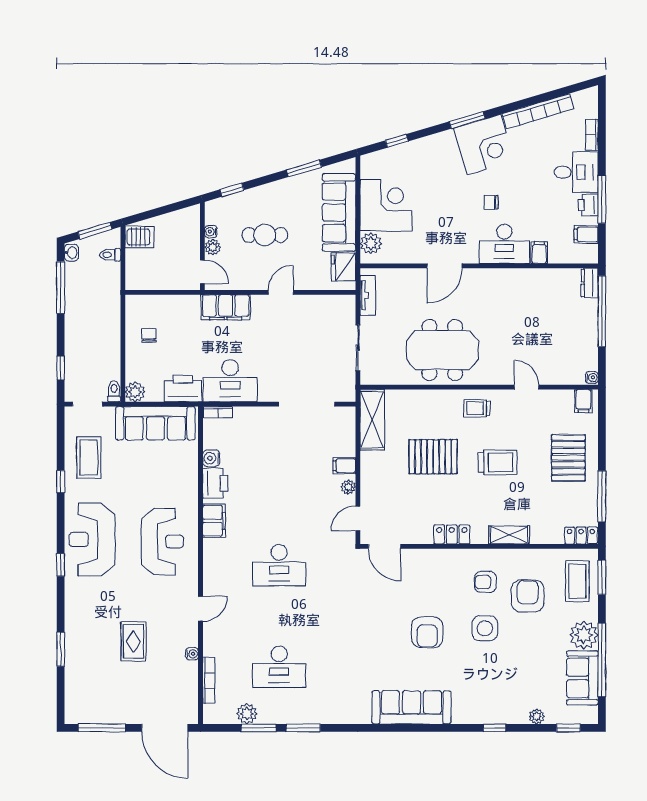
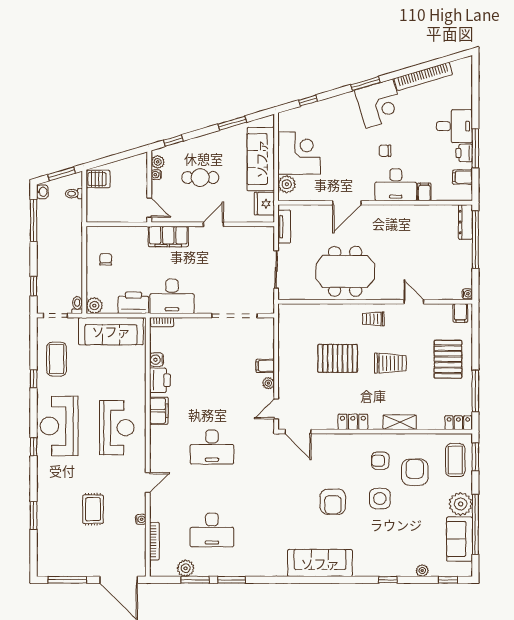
bookcase: (592, 135) -> (467, 96), removed
plant: (213, 247) -> (158, 162), moved
dresser: (590, 283) -> (465, 222), width x1.44
shelving: (372, 420) -> (288, 328), removed

